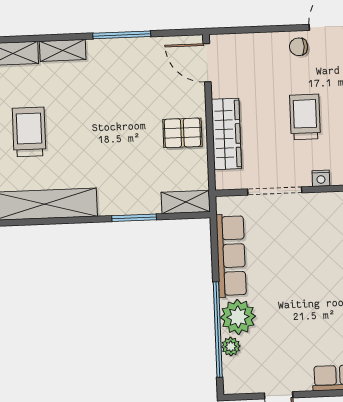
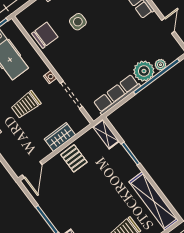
wardrobe: (226, 134) -> (60, 137), width x0.67

